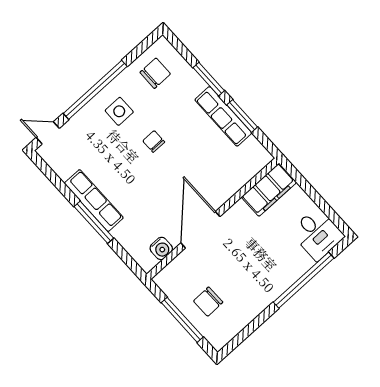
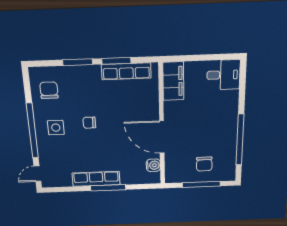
row of seats: (223, 116) -> (126, 71), moved
window: (304, 280) -> (240, 140), moved

